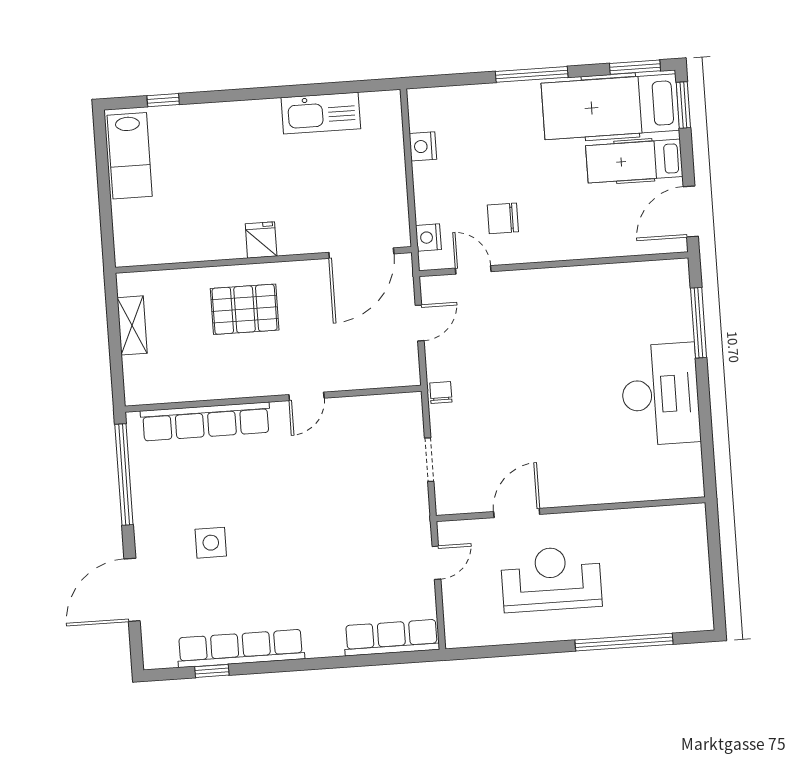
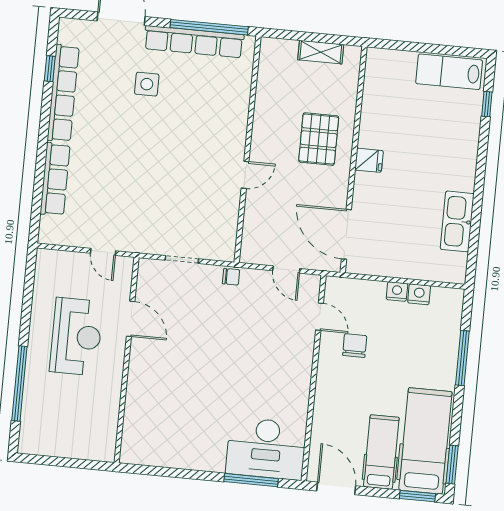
window: (532, 74) -> (462, 358), moved
nightstand: (428, 237) -> (397, 292), moved
door: (473, 270) -> (320, 317), hinge flipped
desk: (660, 394) -> (266, 448), moved
door: (306, 396) -> (245, 175), swing flipped
row of seats: (206, 422) -> (194, 42), moved, turned -90
row of seats: (392, 638) -> (55, 179), moved

